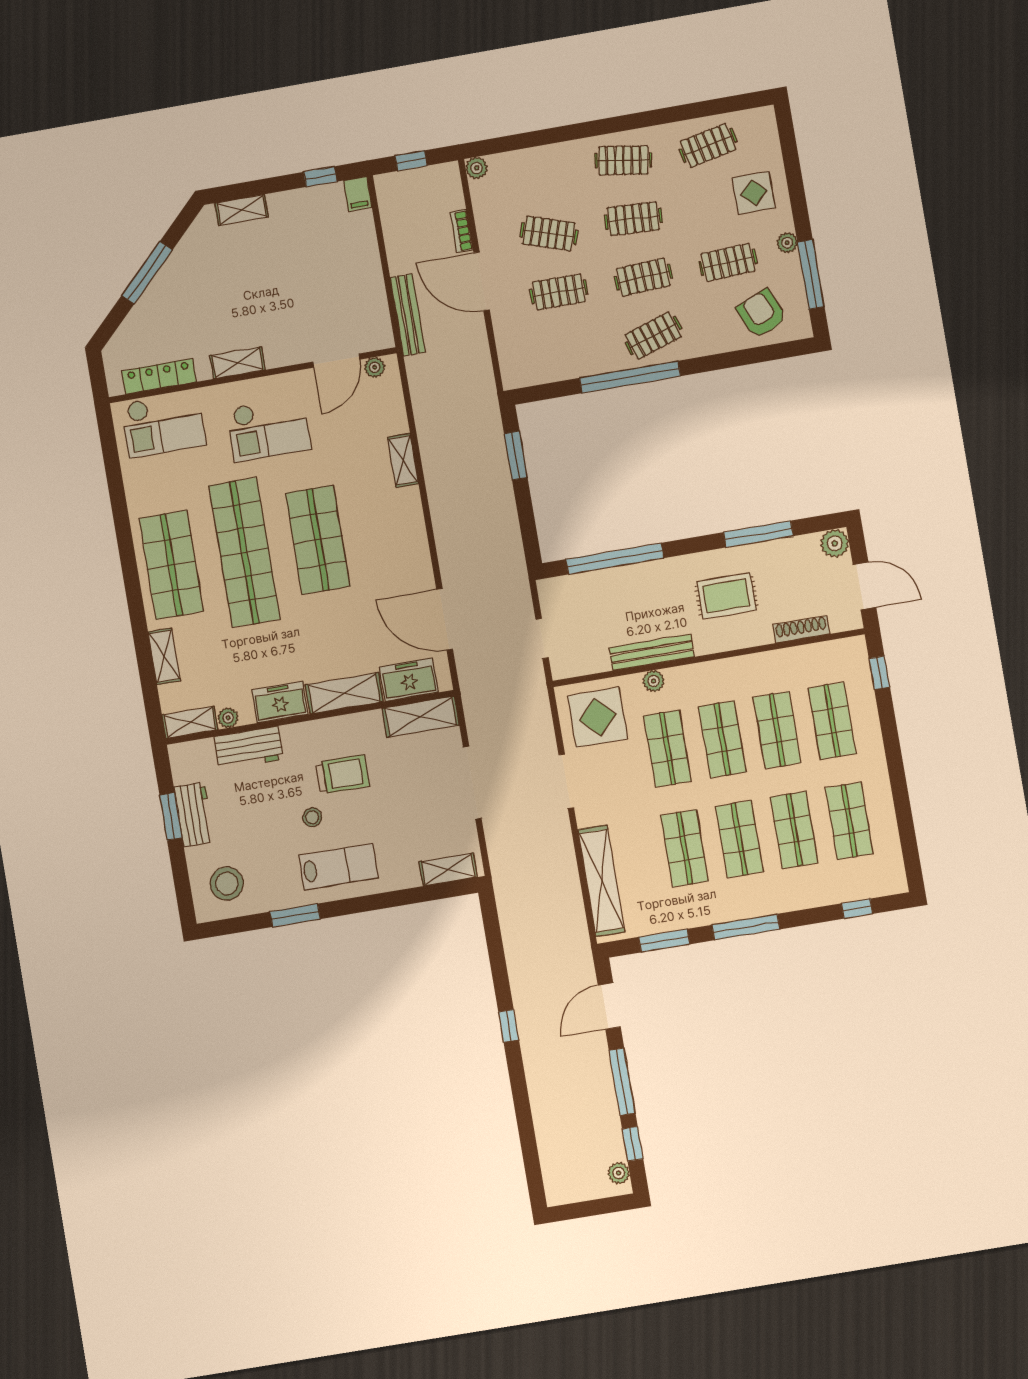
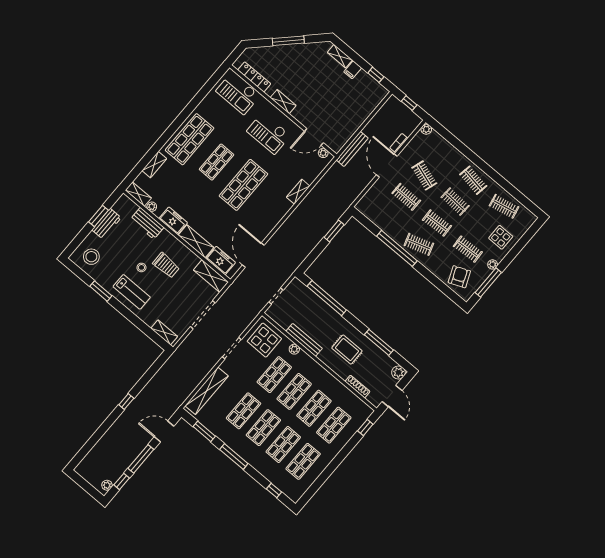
filing cabinet: (358, 194) -> (353, 70), moved
shop shelf: (244, 552) -> (217, 162), width x0.50, depth x0.74

